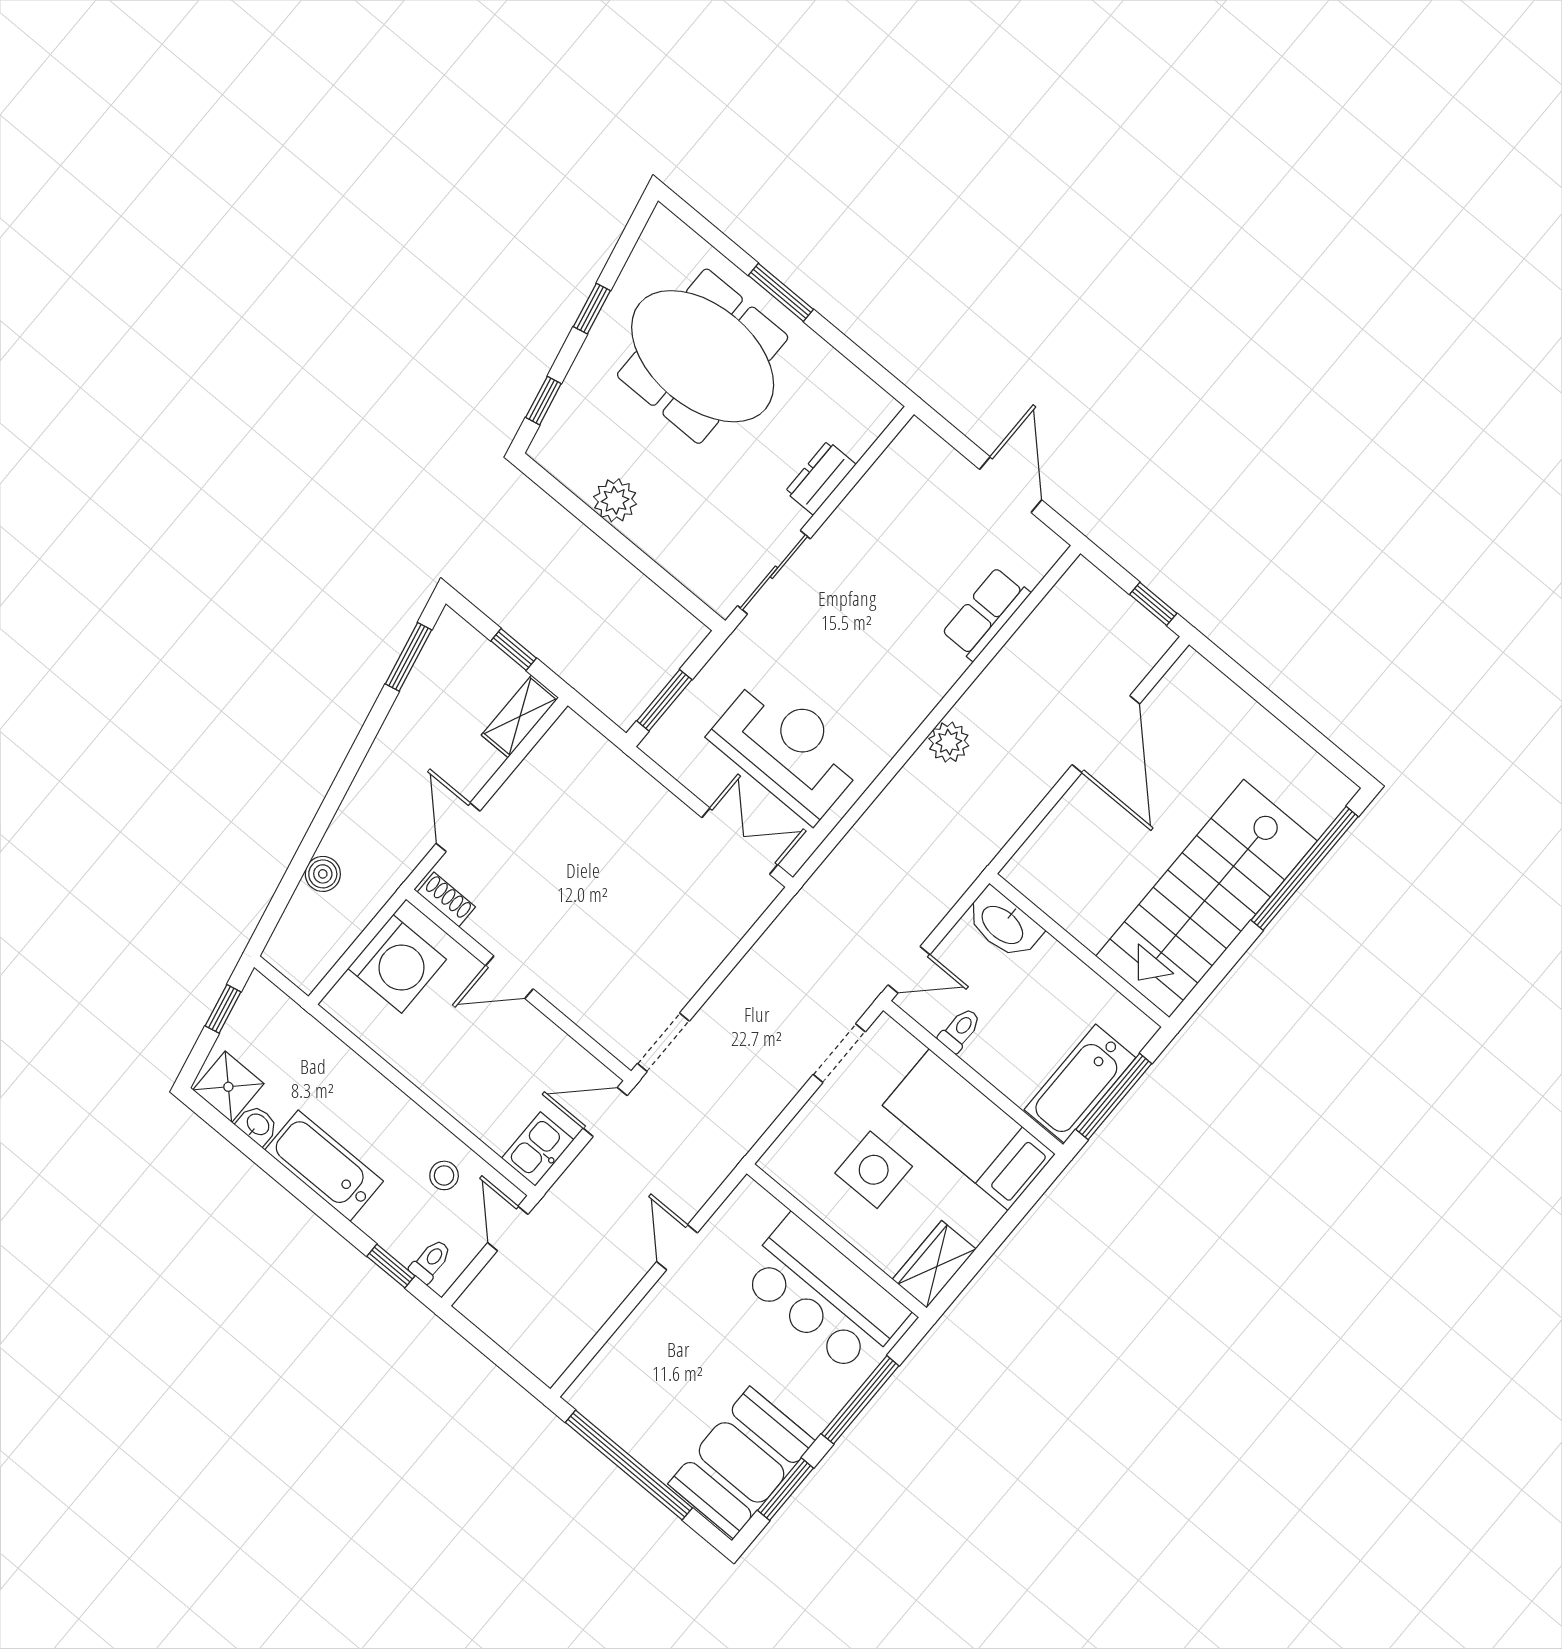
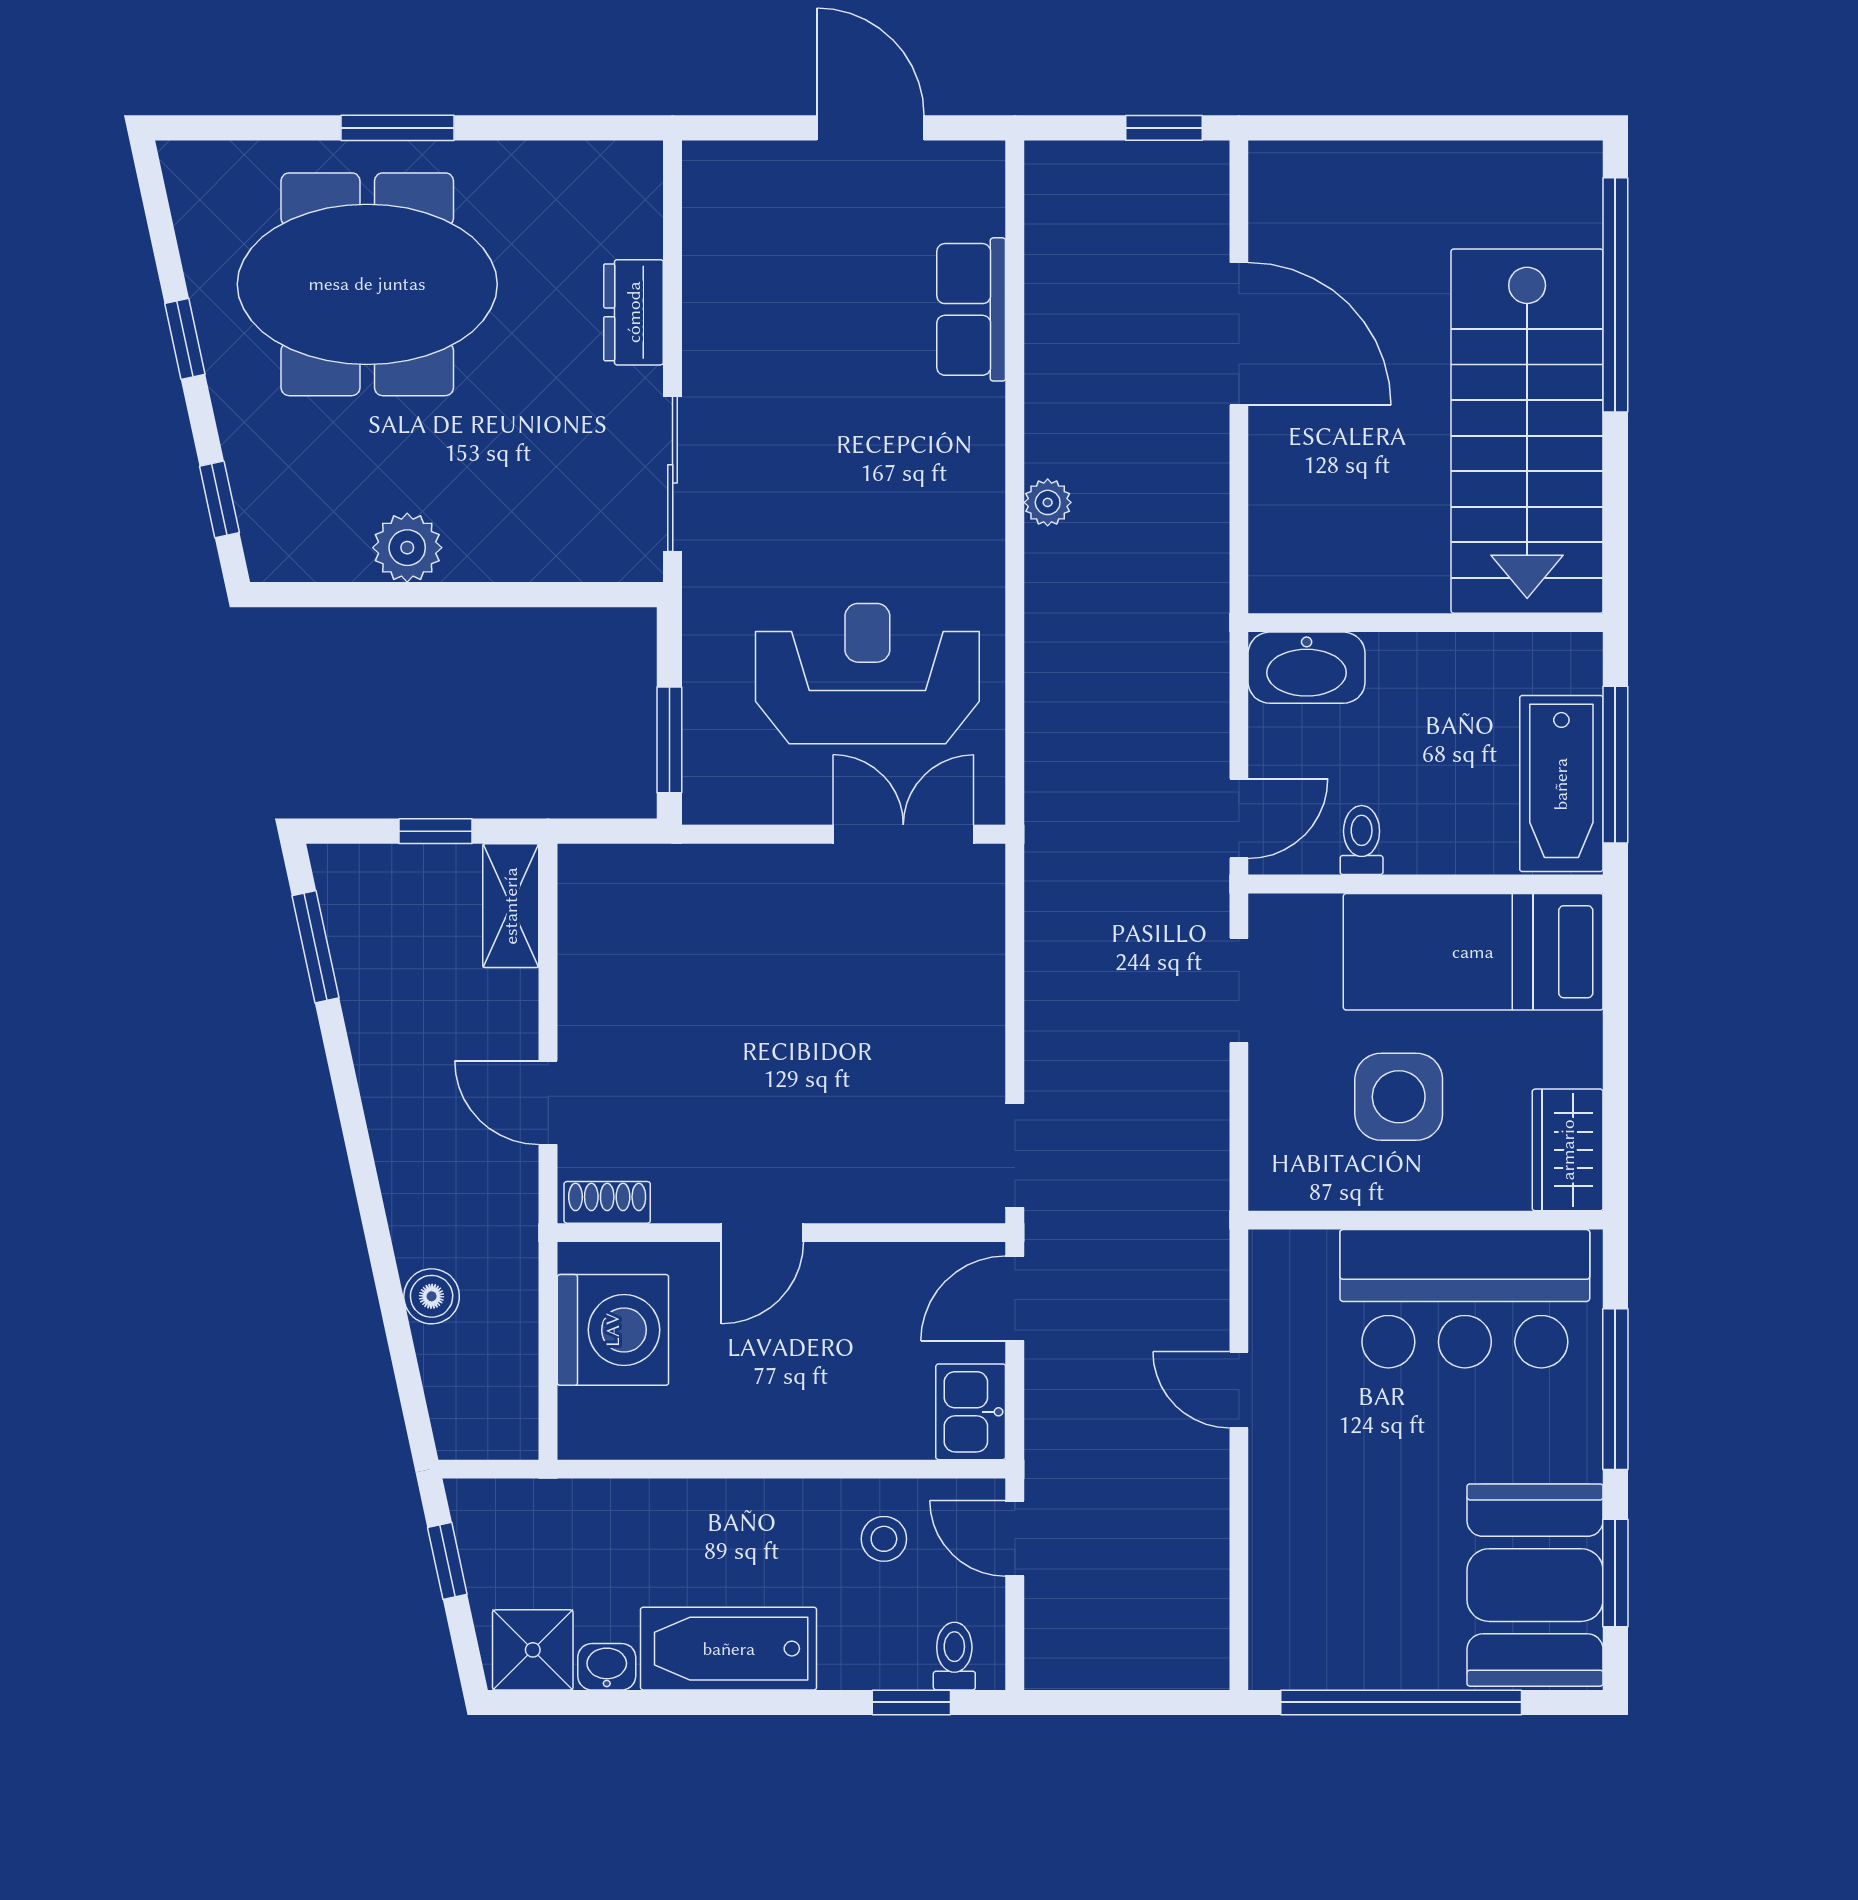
plant: (949, 742) -> (1048, 502), width x0.73, depth x0.73

